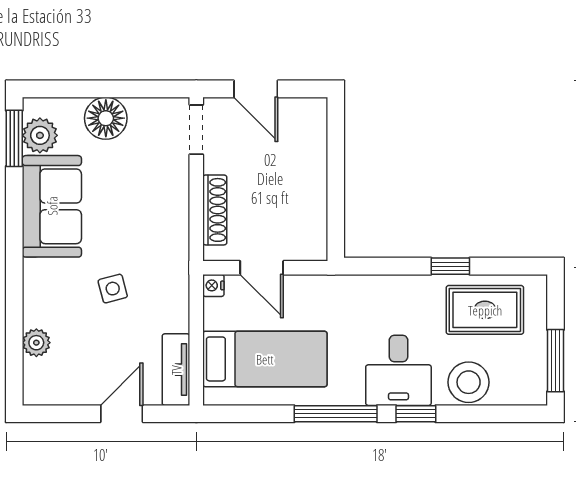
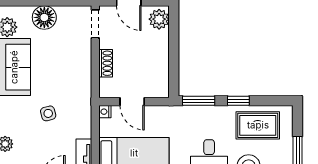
plant: (310, 121) -> (159, 19), added
shoe rack: (215, 210) -> (106, 63), width x0.70
window: (380, 266) -> (199, 101), added

